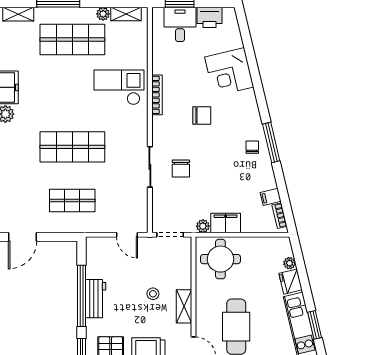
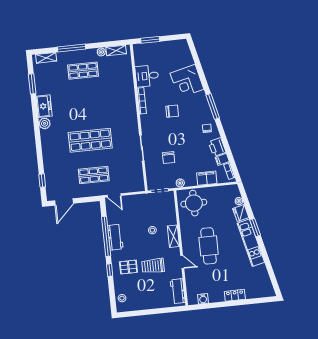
printer: (210, 17) -> (217, 147), moved, turned 77
desk: (180, 24) -> (147, 76), moved, turned -90
shop shelf: (72, 40) -> (83, 71), width x0.70, depth x0.74
checkout: (119, 87) -> (117, 99), removed
window: (271, 143) -> (213, 106), moved
chair: (181, 169) -> (169, 158), moved
filing cabinet: (226, 223) -> (207, 178), moved
door: (127, 235) -> (114, 195), moved
window: (315, 325) -> (255, 228), moved

